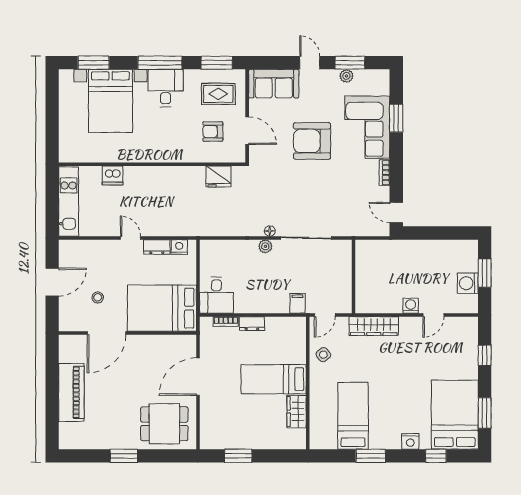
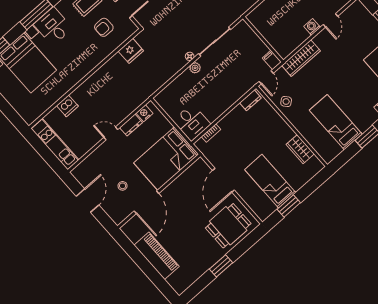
filing cabinet: (298, 303) -> (272, 60), moved
dresser: (252, 324) -> (250, 100), moved
bed: (274, 379) -> (270, 181), moved, turned 90

